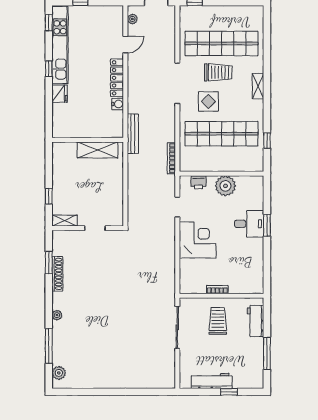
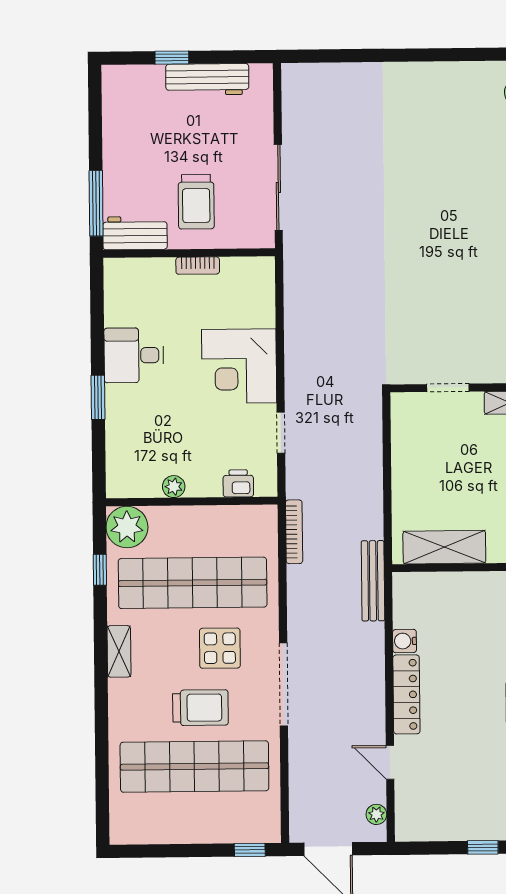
door: (125, 45) -> (390, 762), hinge flipped
trolley: (218, 72) -> (200, 708), turned 180
shelving: (258, 86) -> (119, 651), moved
plant: (253, 161) -> (127, 527), added
plant: (225, 186) -> (174, 487), width x0.53, depth x0.53
desk: (249, 224) -> (134, 355), moved
workbench: (256, 321) -> (135, 233), moved, turned -90
window: (267, 353) -> (96, 203), moved

